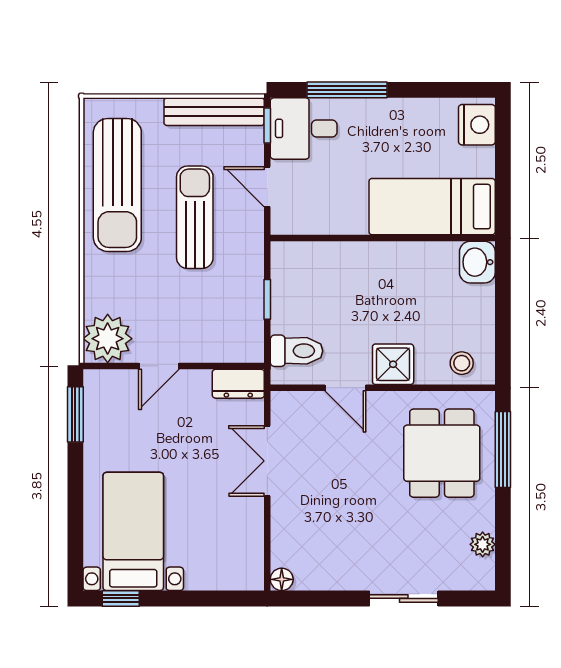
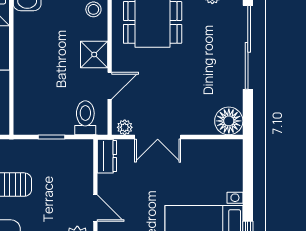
plant: (282, 411) -> (125, 127), added
floor lamp: (282, 579) -> (229, 121), width x1.89, depth x1.89
sliding door: (404, 598) -> (248, 47), width x1.86

